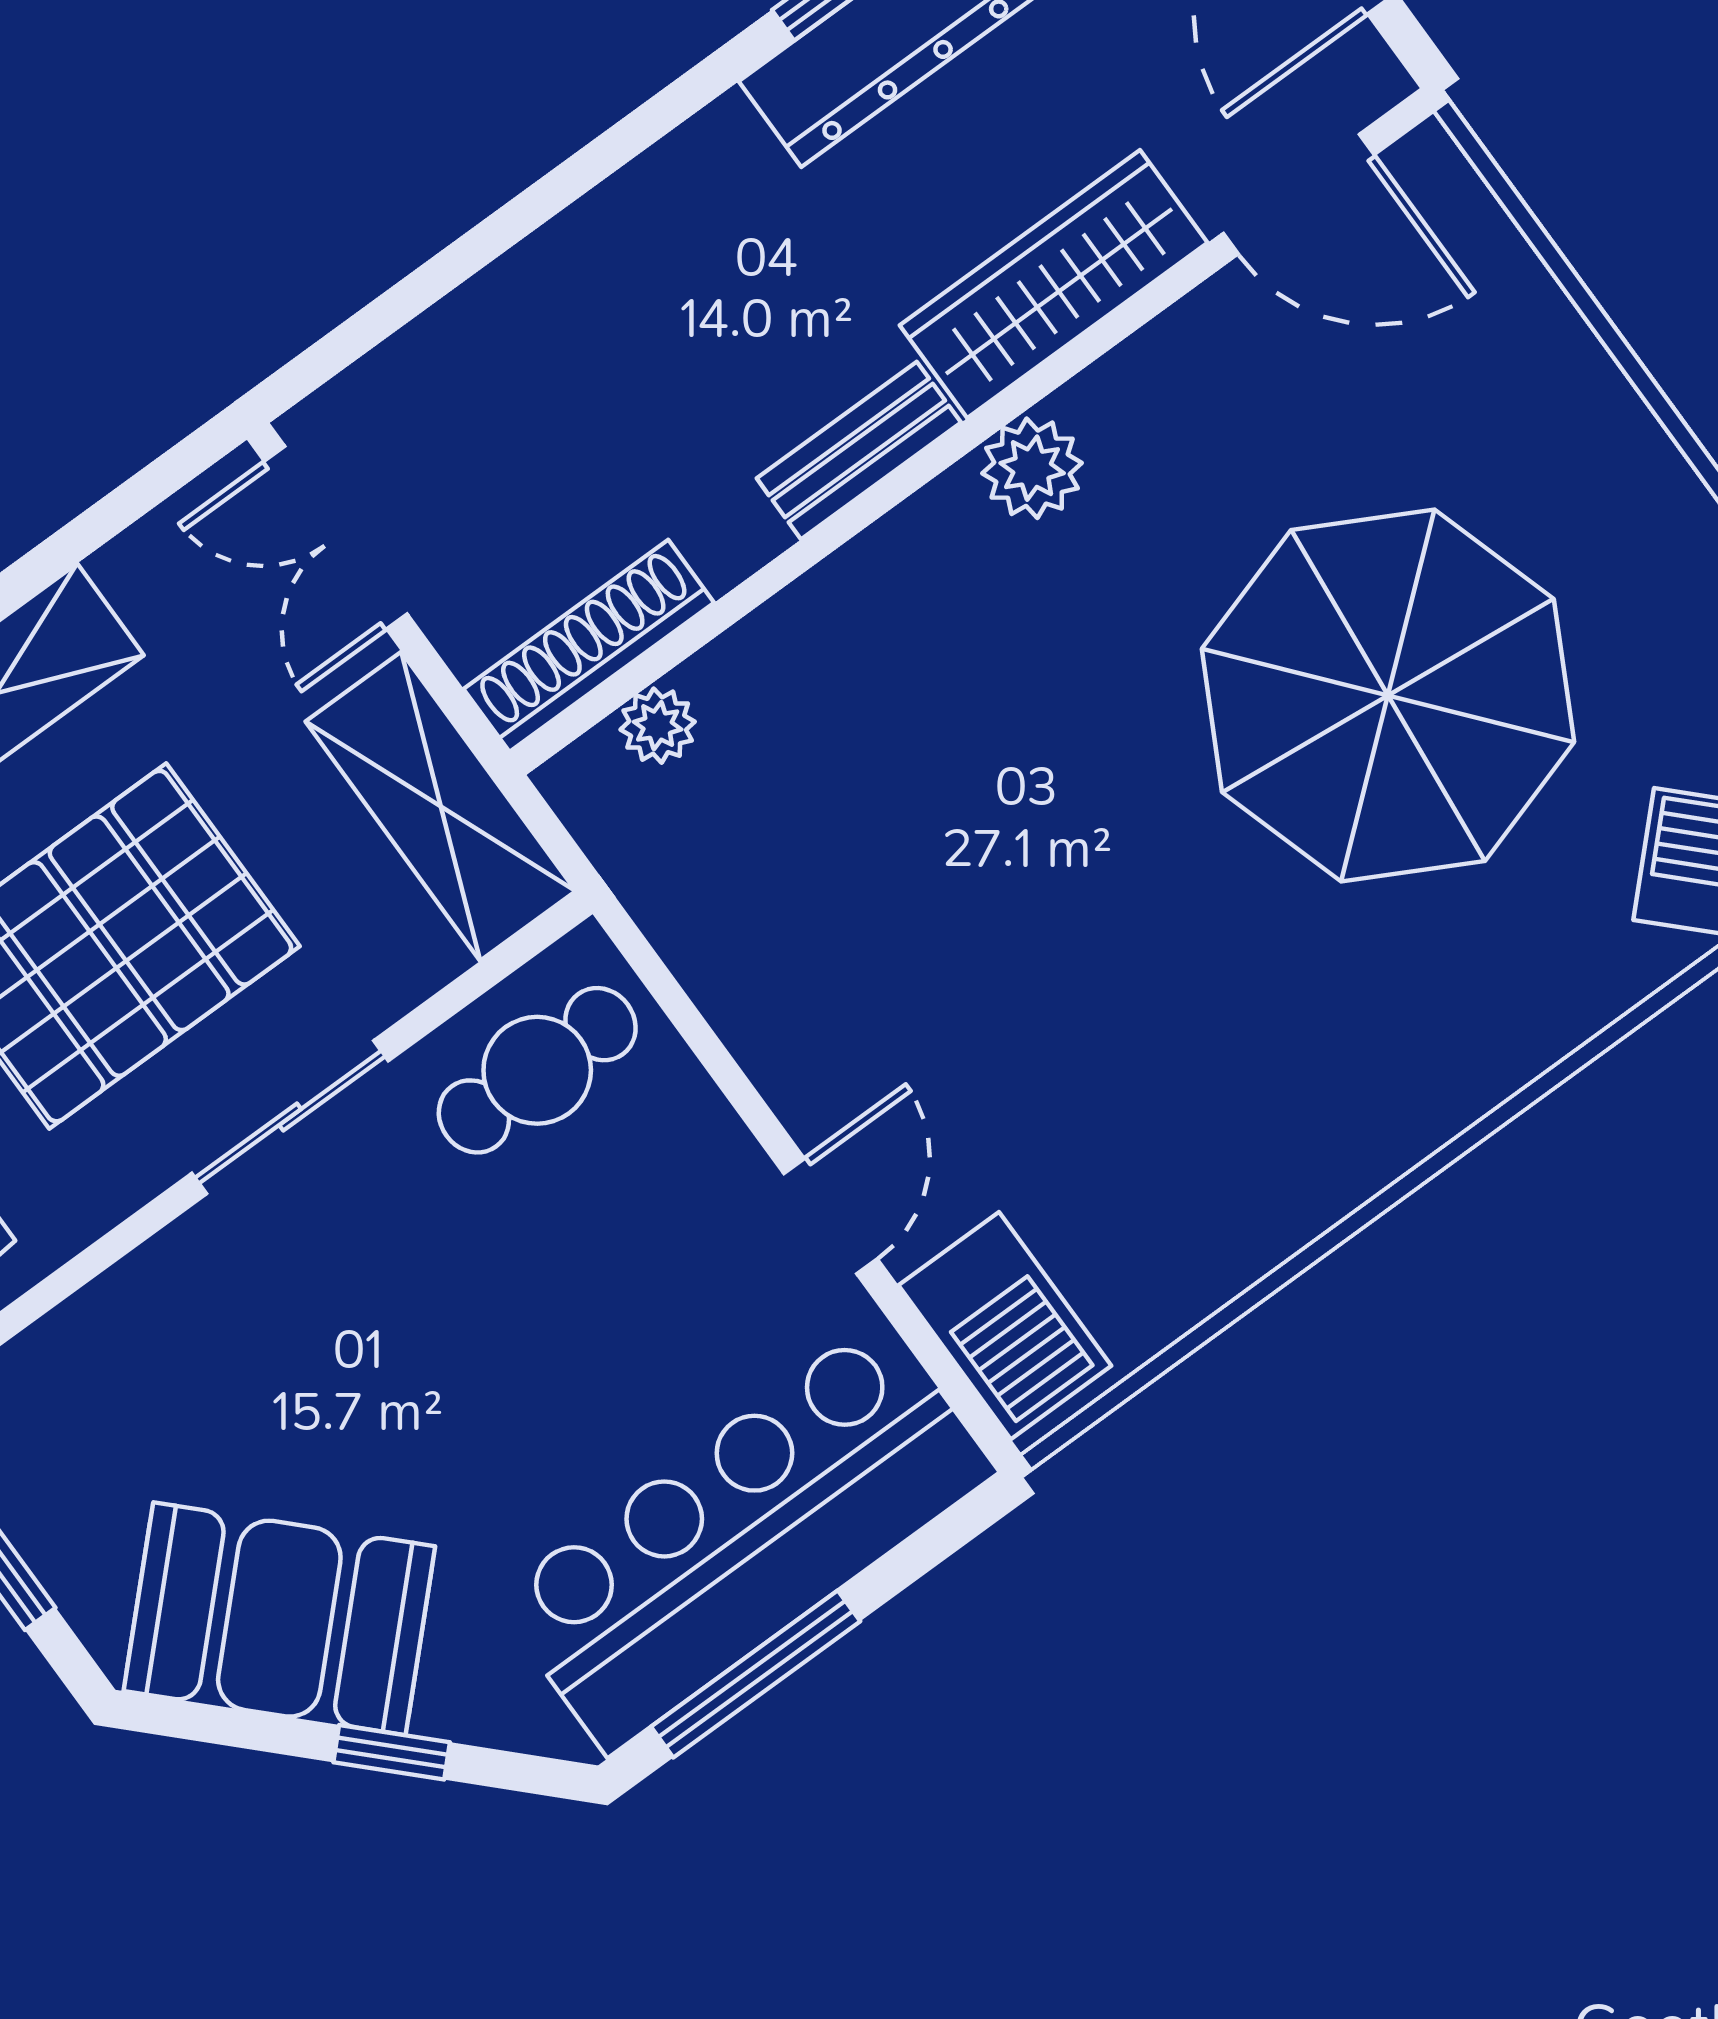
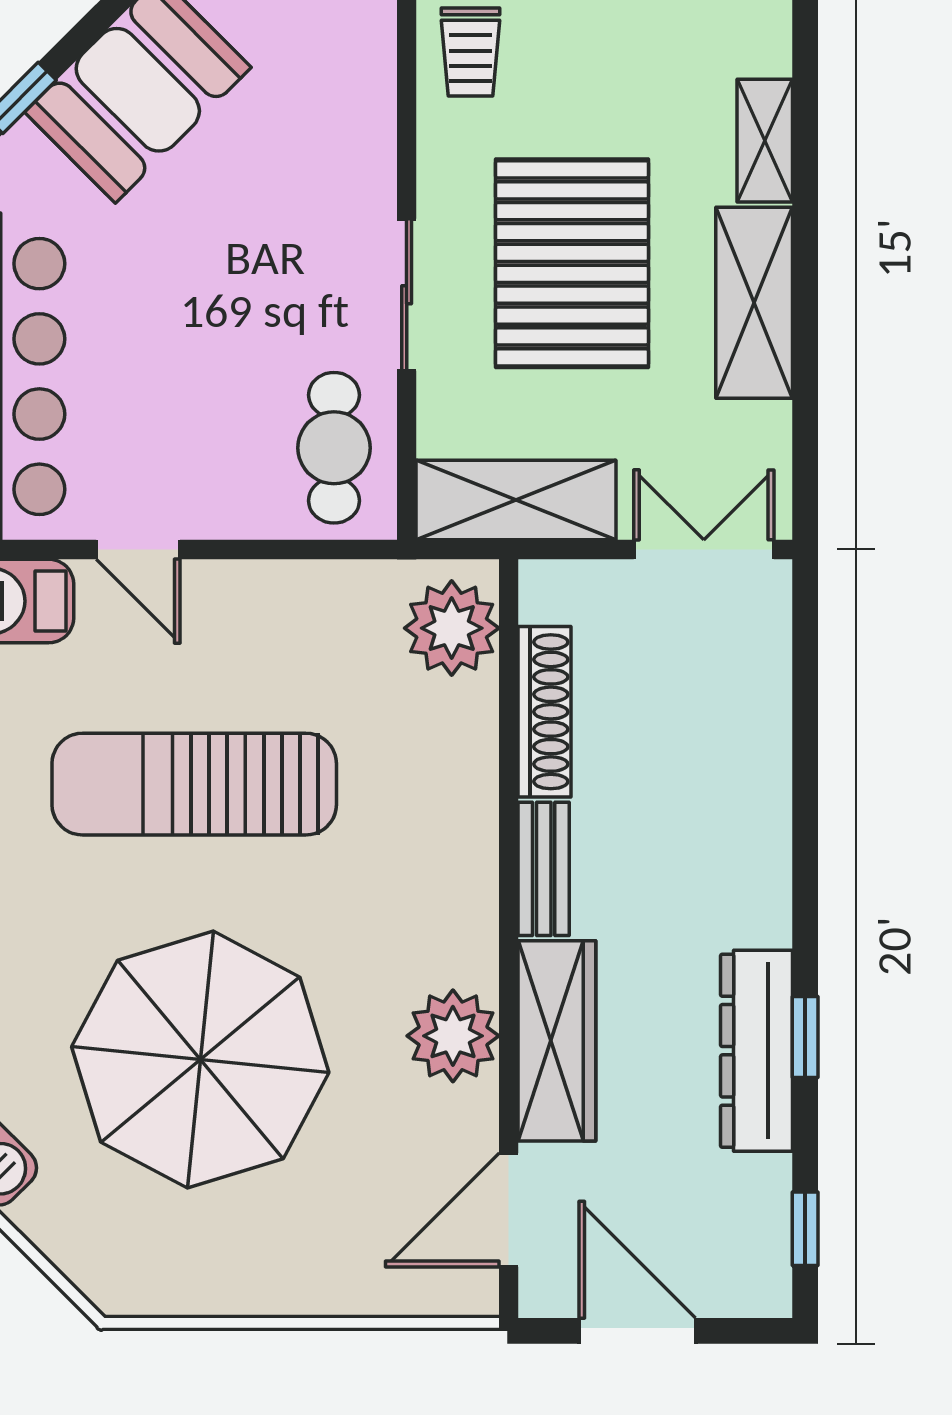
plant: (1032, 468) -> (453, 1036), moved, width x1.36, depth x1.36
shoe rack: (589, 646) -> (545, 712), moved
plant: (658, 726) -> (452, 628), width x1.87, depth x1.87
sun lounger: (1063, 944) -> (194, 784), added

